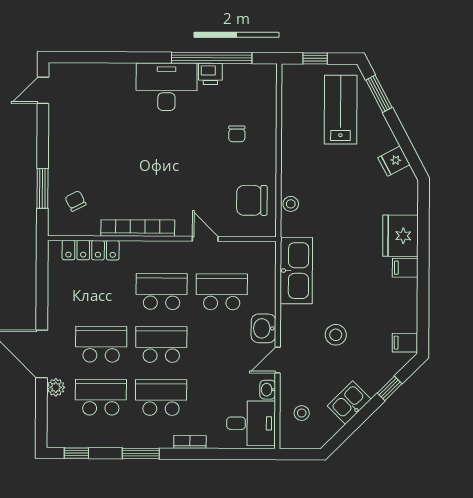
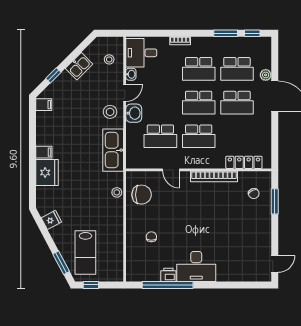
window: (315, 58) -> (91, 285), moved
stool: (336, 335) -> (110, 112), moved
window: (141, 453) -> (226, 33), moved

